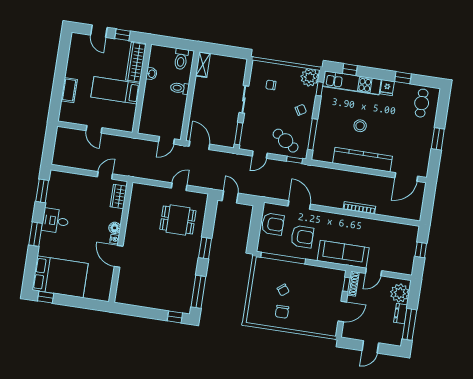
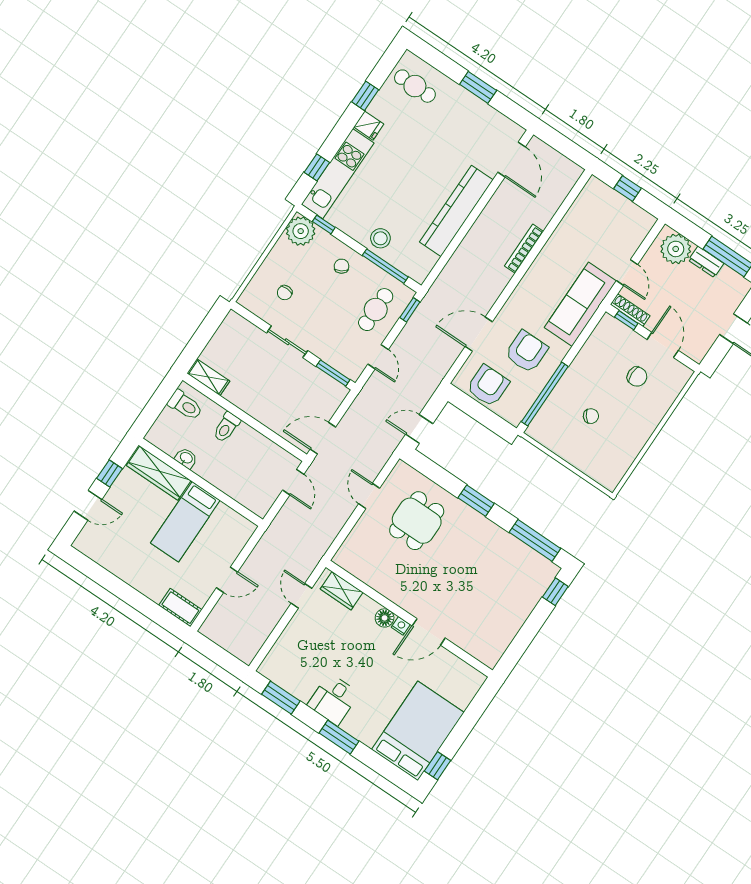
cot: (69, 90) -> (180, 608), moved
stool: (360, 126) -> (380, 238), moved
cafe table: (286, 141) -> (376, 310), turned -33
chair: (282, 312) -> (637, 377), moved

